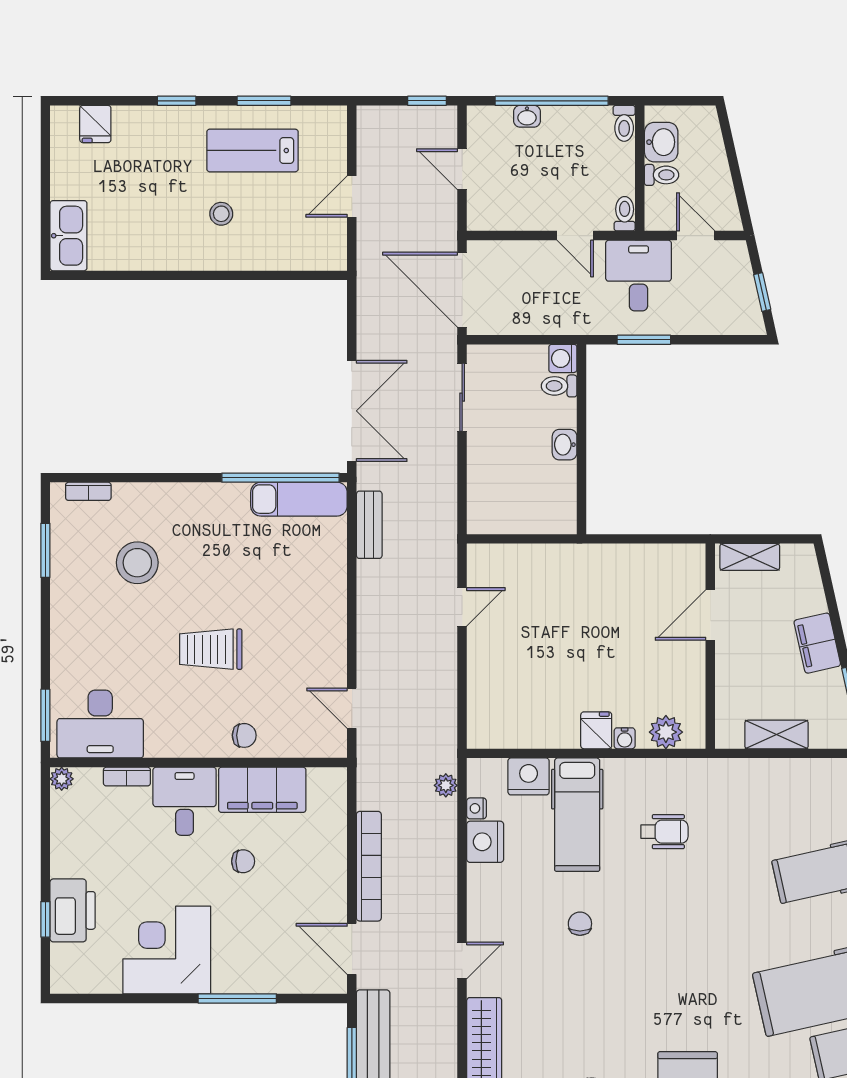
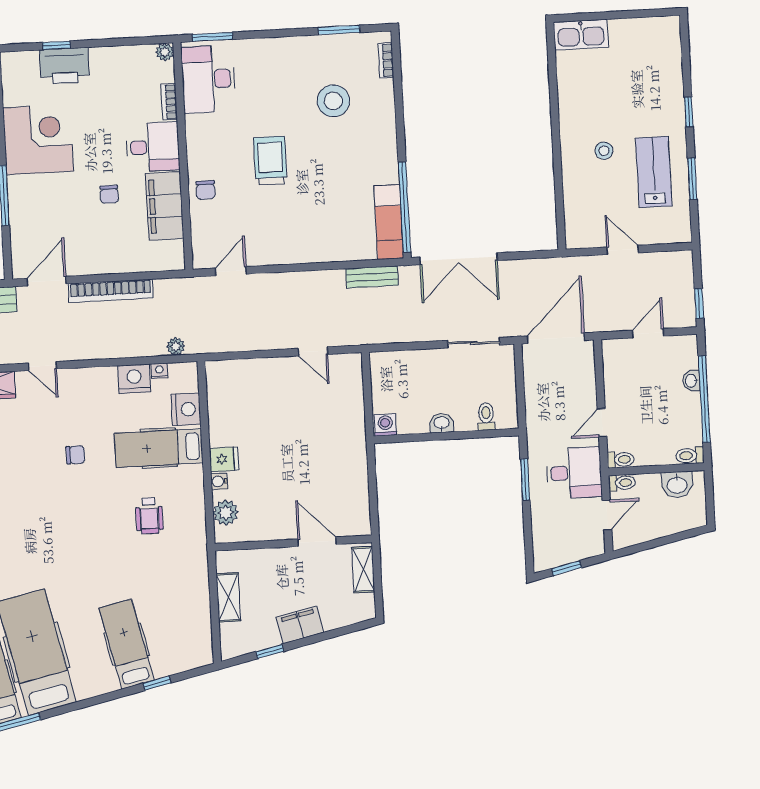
fridge: (95, 124) -> (668, 51), removed
toilet: (662, 175) -> (622, 483), moved, turned -90
washing machine: (563, 358) -> (385, 425), moved

